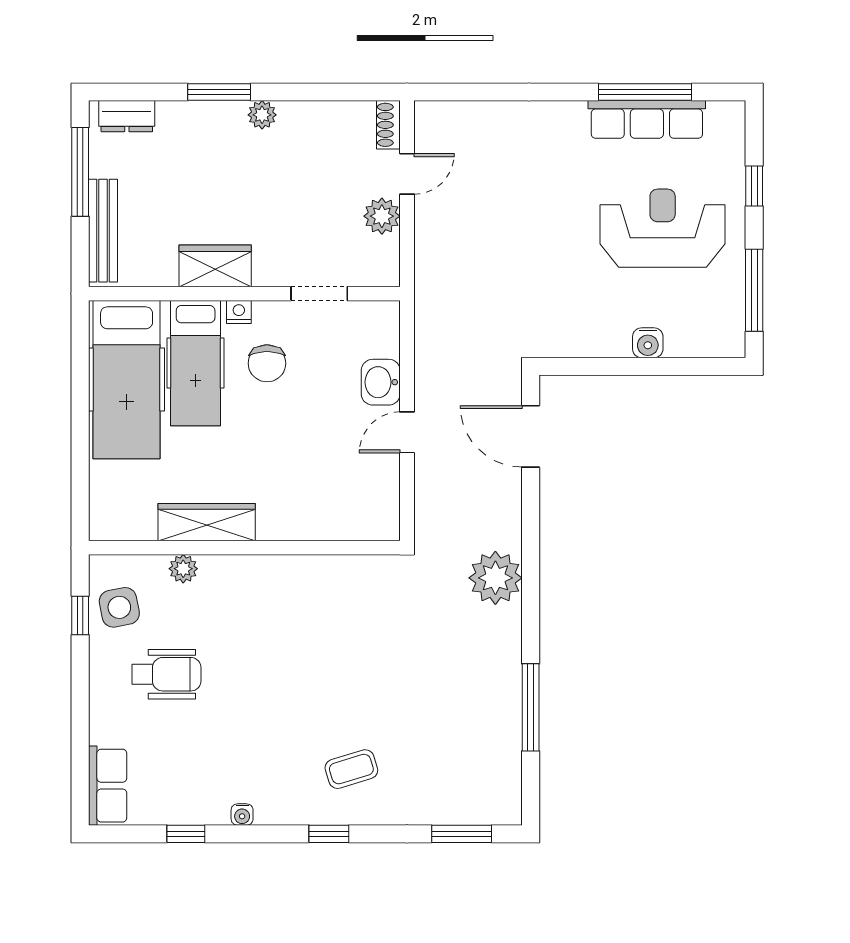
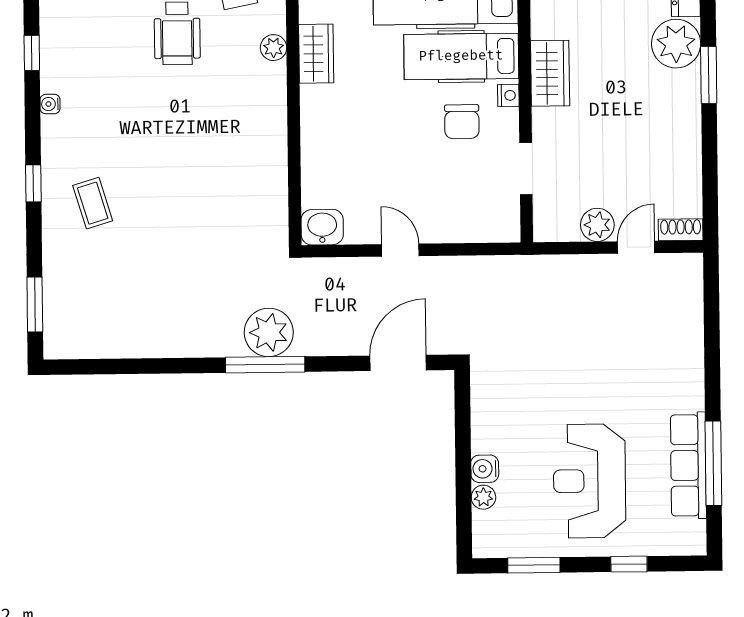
plant: (262, 115) -> (676, 44), moved, width x1.88, depth x1.88
door: (407, 174) -> (636, 247), swing flipped
reception desk: (663, 228) -> (589, 481), turned 180
window: (754, 290) -> (534, 565), width x0.69
plant: (679, 345) -> (483, 497), added
chair: (267, 363) -> (462, 122), turned -90
washbasin: (381, 382) -> (322, 227), moved
wardrobe: (207, 522) -> (316, 54), width x0.67
window: (531, 707) -> (265, 365), moved

